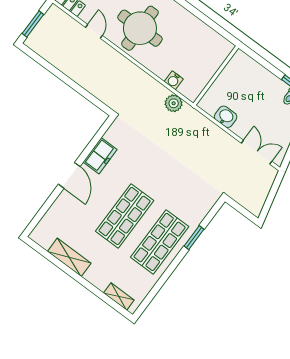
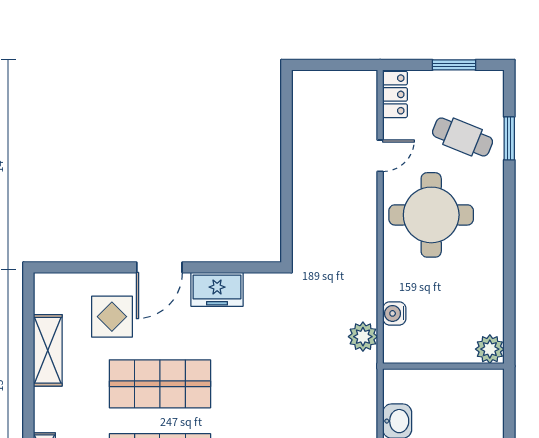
window: (33, 24) -> (329, 65), removed
plant: (224, 48) -> (490, 349), added
display table: (76, 215) -> (112, 317), added

